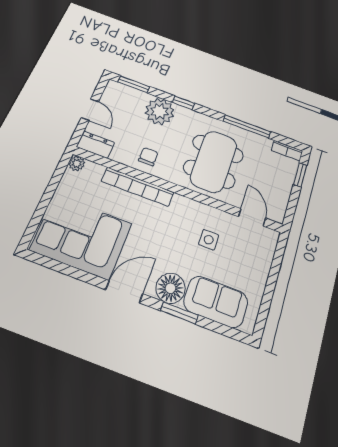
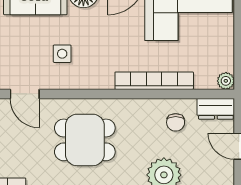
chair: (148, 156) -> (176, 122), moved
dining table: (214, 161) -> (85, 140), width x0.73

